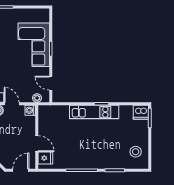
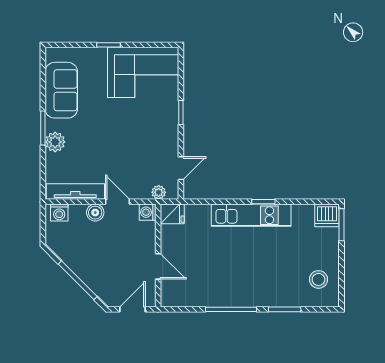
corner sofa: (34, 45) -> (143, 72), moved, turned -90
door: (51, 83) -> (181, 168), swing flipped
fridge: (45, 158) -> (172, 214), moved

